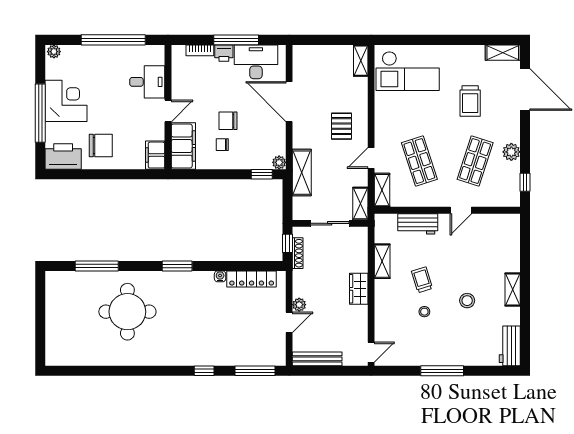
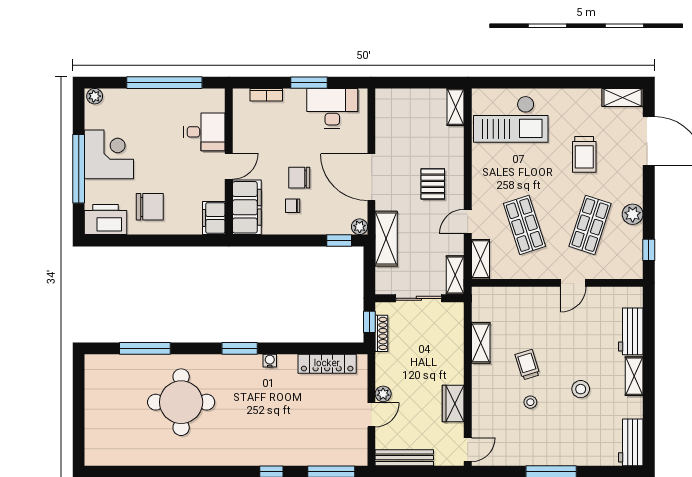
window: (236, 40) -> (309, 83), width x0.69
printer: (224, 53) -> (295, 98), removed
door: (289, 102) -> (371, 177), moved
workbench: (418, 224) -> (631, 331), moved, turned 90
water cooler: (220, 276) -> (270, 361), moved
wardrobe: (359, 289) -> (453, 404), moved

